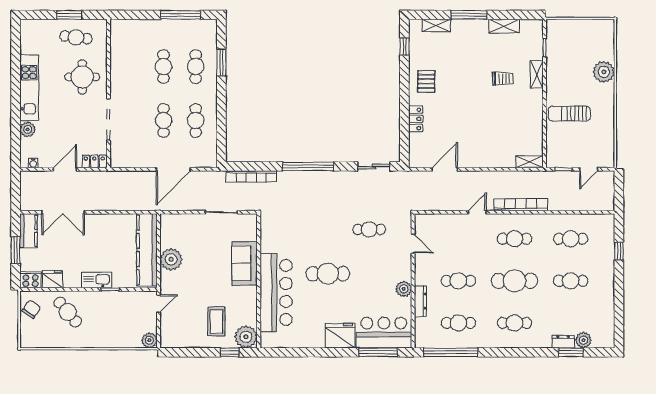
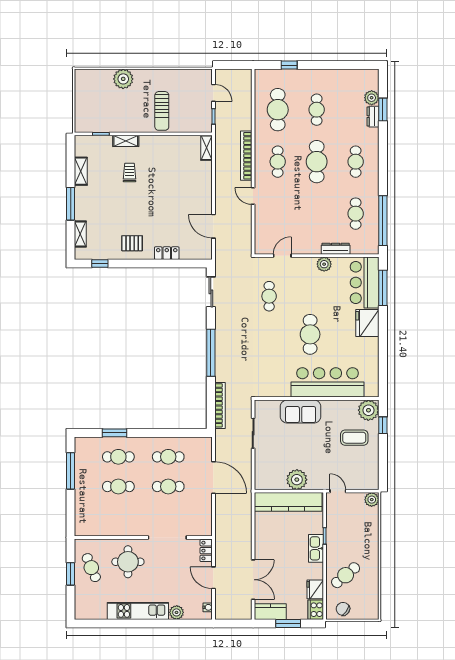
cafe table: (76, 37) -> (91, 568), turned -30
cafe table: (571, 239) -> (278, 110), width x1.37, depth x1.35
cafe table: (458, 281) -> (317, 214), removed

